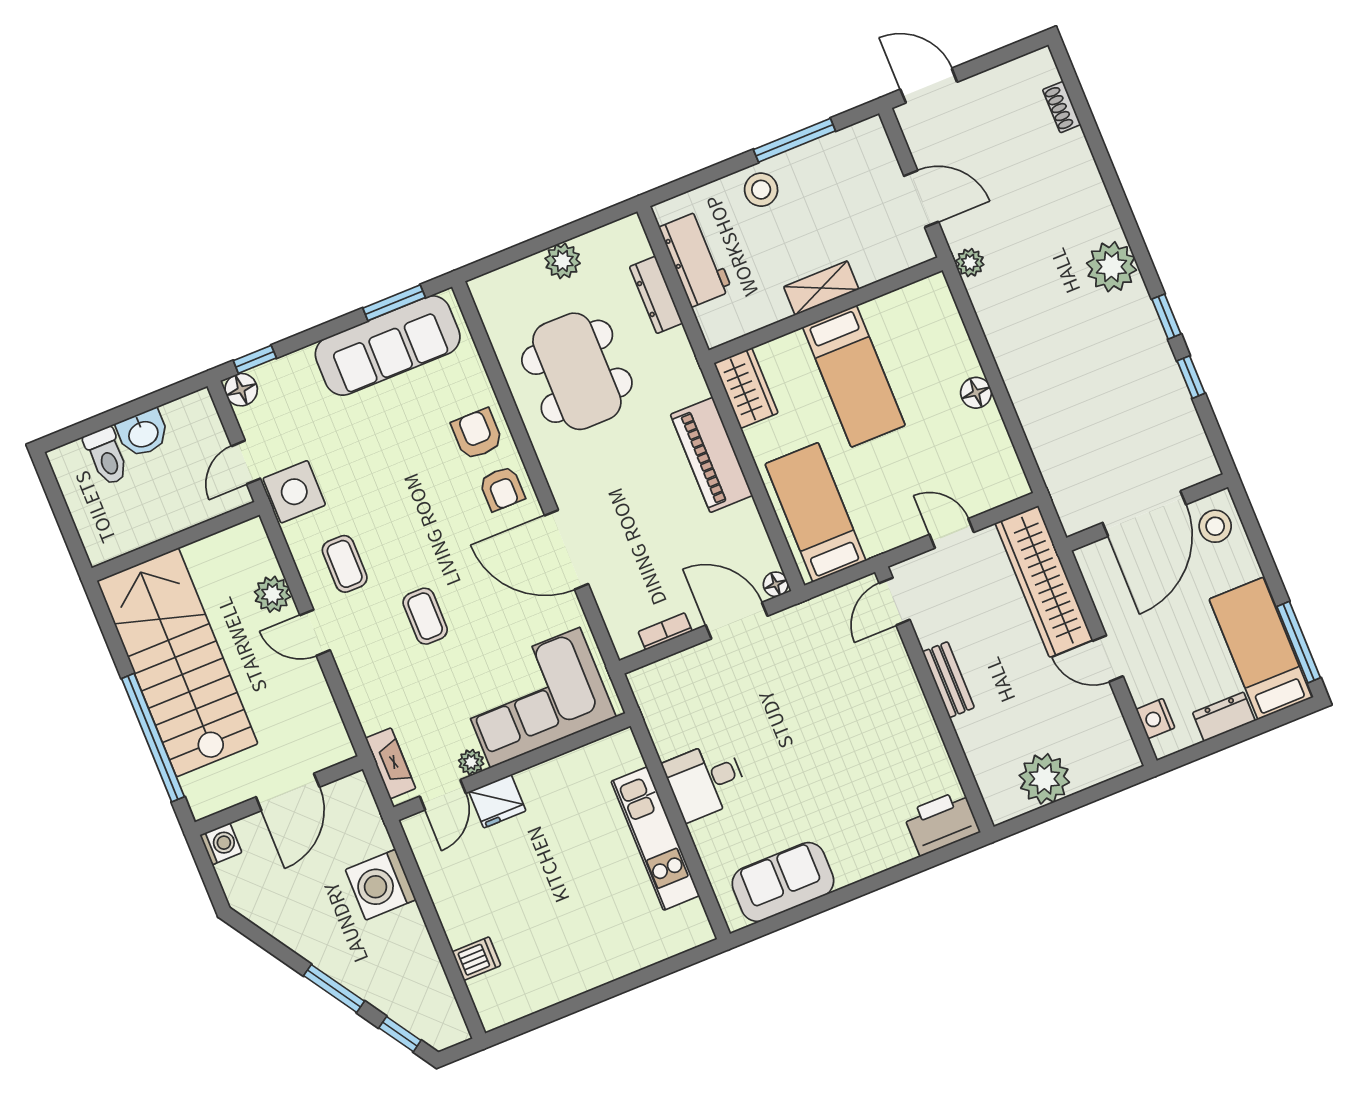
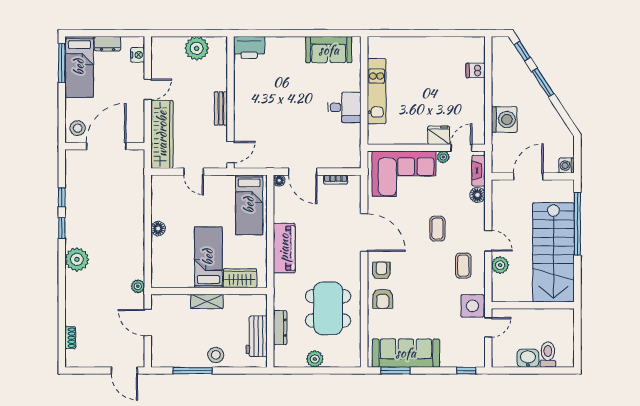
wardrobe: (746, 388) -> (240, 278), moved, turned 90
floor lamp: (241, 390) -> (477, 195), moved
door: (1108, 659) -> (148, 89), hinge flipped

